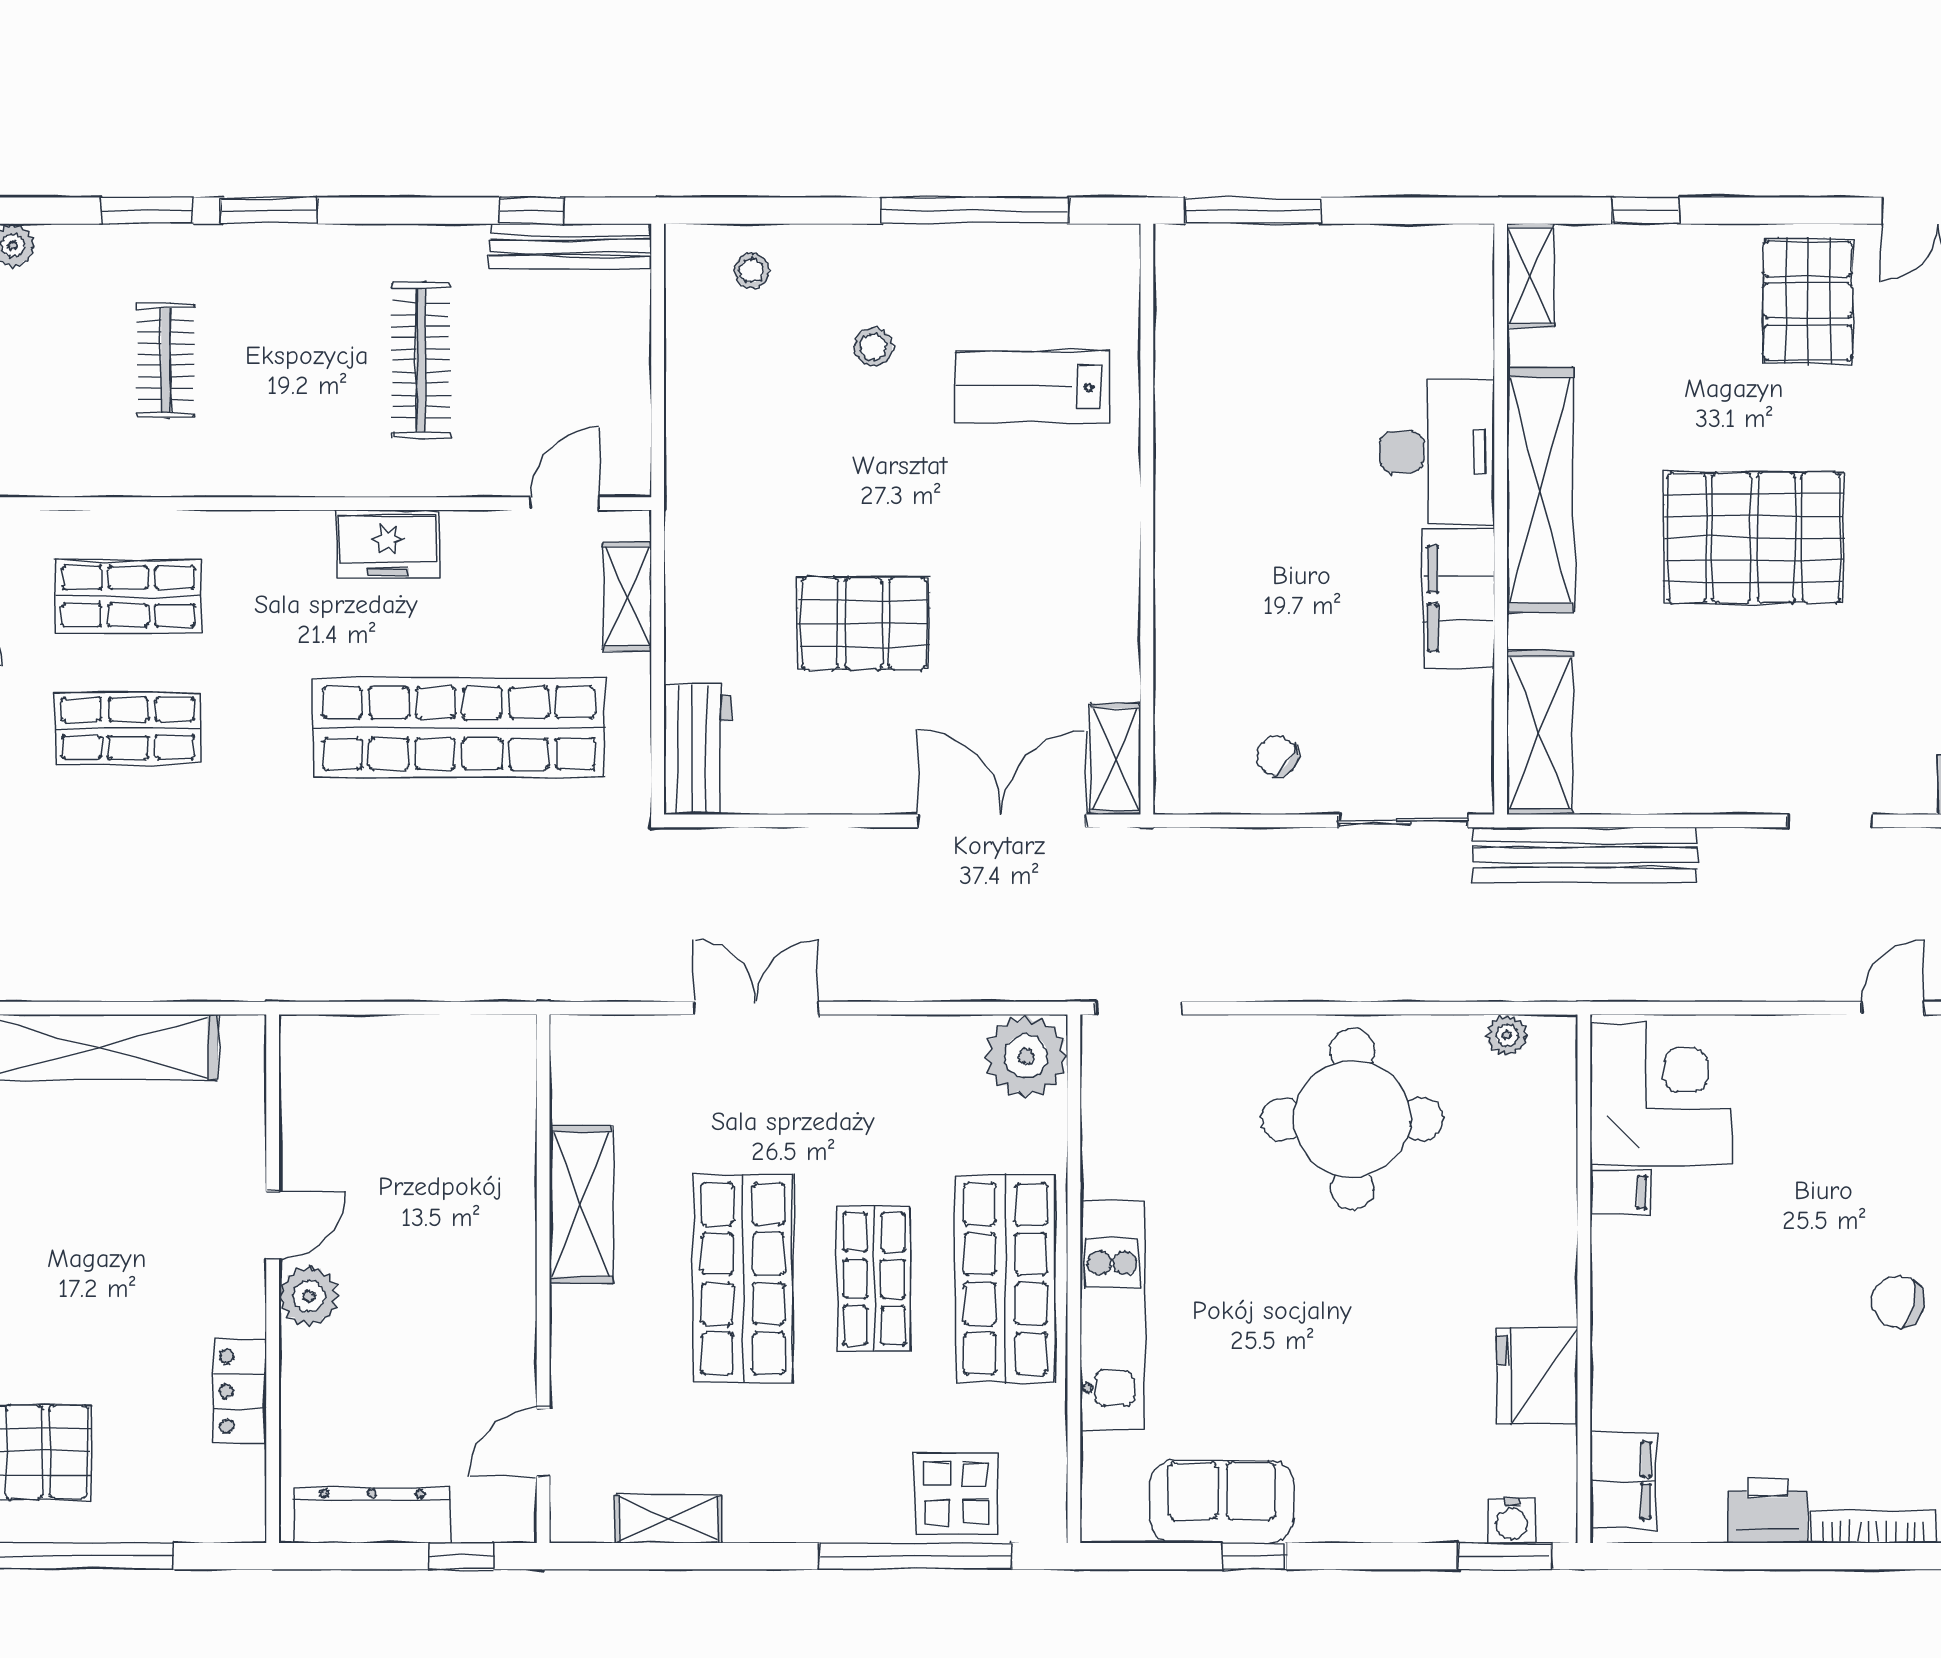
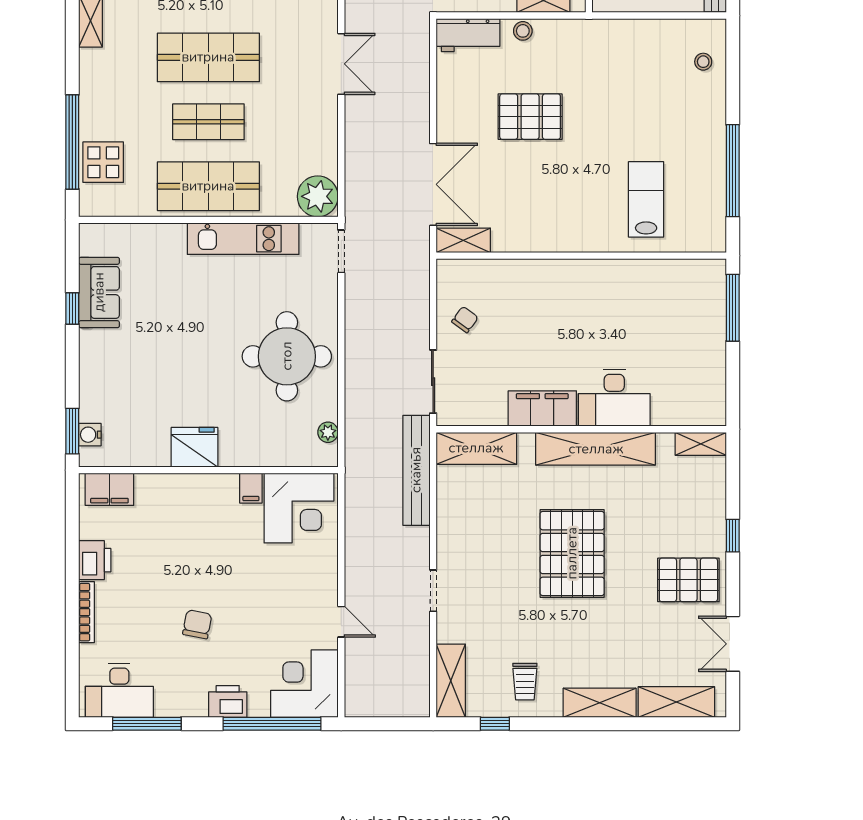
window: (1646, 211) -> (733, 536), moved
stool: (873, 347) -> (523, 31), moved
pallet: (864, 623) -> (530, 117), turned 90
kitchen unit: (1112, 1315) -> (243, 239), moved
fridge: (1537, 1375) -> (195, 447), moved

